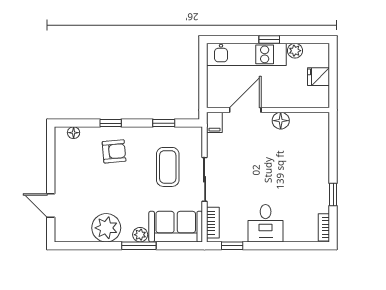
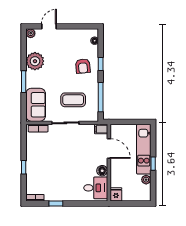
fridge: (319, 77) -> (116, 194), moved
window: (164, 123) -> (101, 97), width x2.17
desk: (266, 223) -> (96, 188), moved, turned 180
plant: (140, 235) -> (31, 33), moved
window: (232, 246) -> (24, 167), moved

